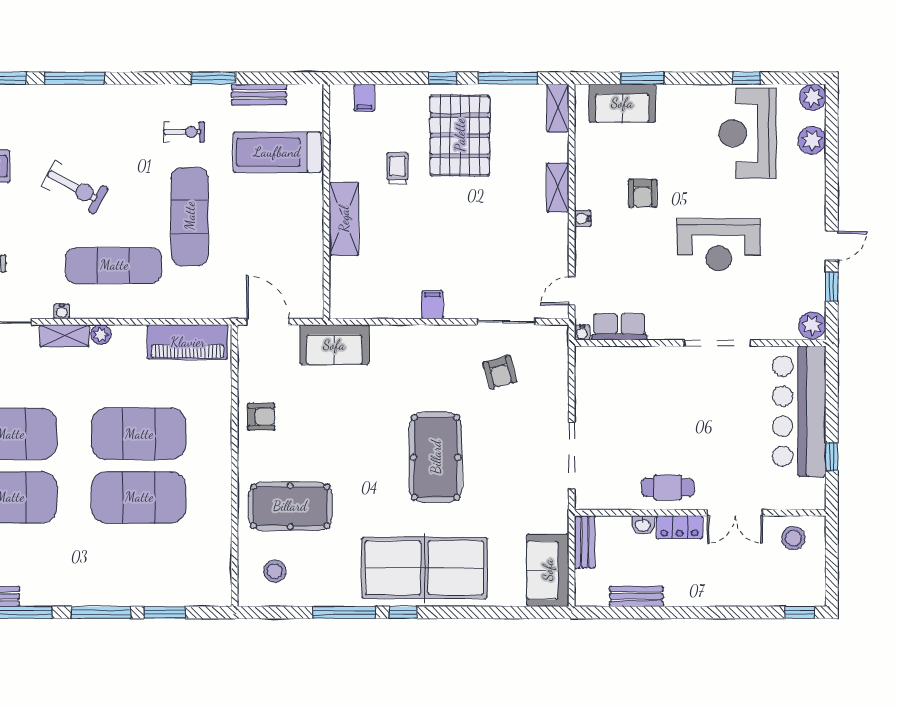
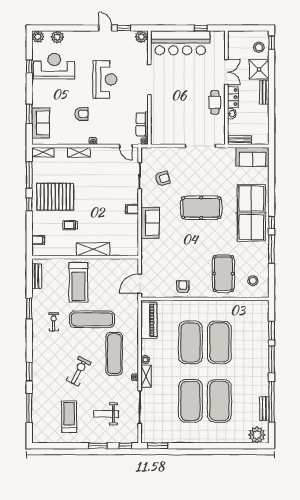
window: (75, 78) -> (29, 371), width x0.69
bench: (259, 95) -> (37, 276), moved
reception desk: (748, 133) -> (54, 66), turned 180
treadmill: (277, 152) -> (78, 282), moved
sofa: (334, 345) -> (150, 223), moved
stool: (793, 538) -> (259, 47), moved
shower: (740, 585) -> (259, 69), added
bench: (636, 596) -> (264, 92), moved

